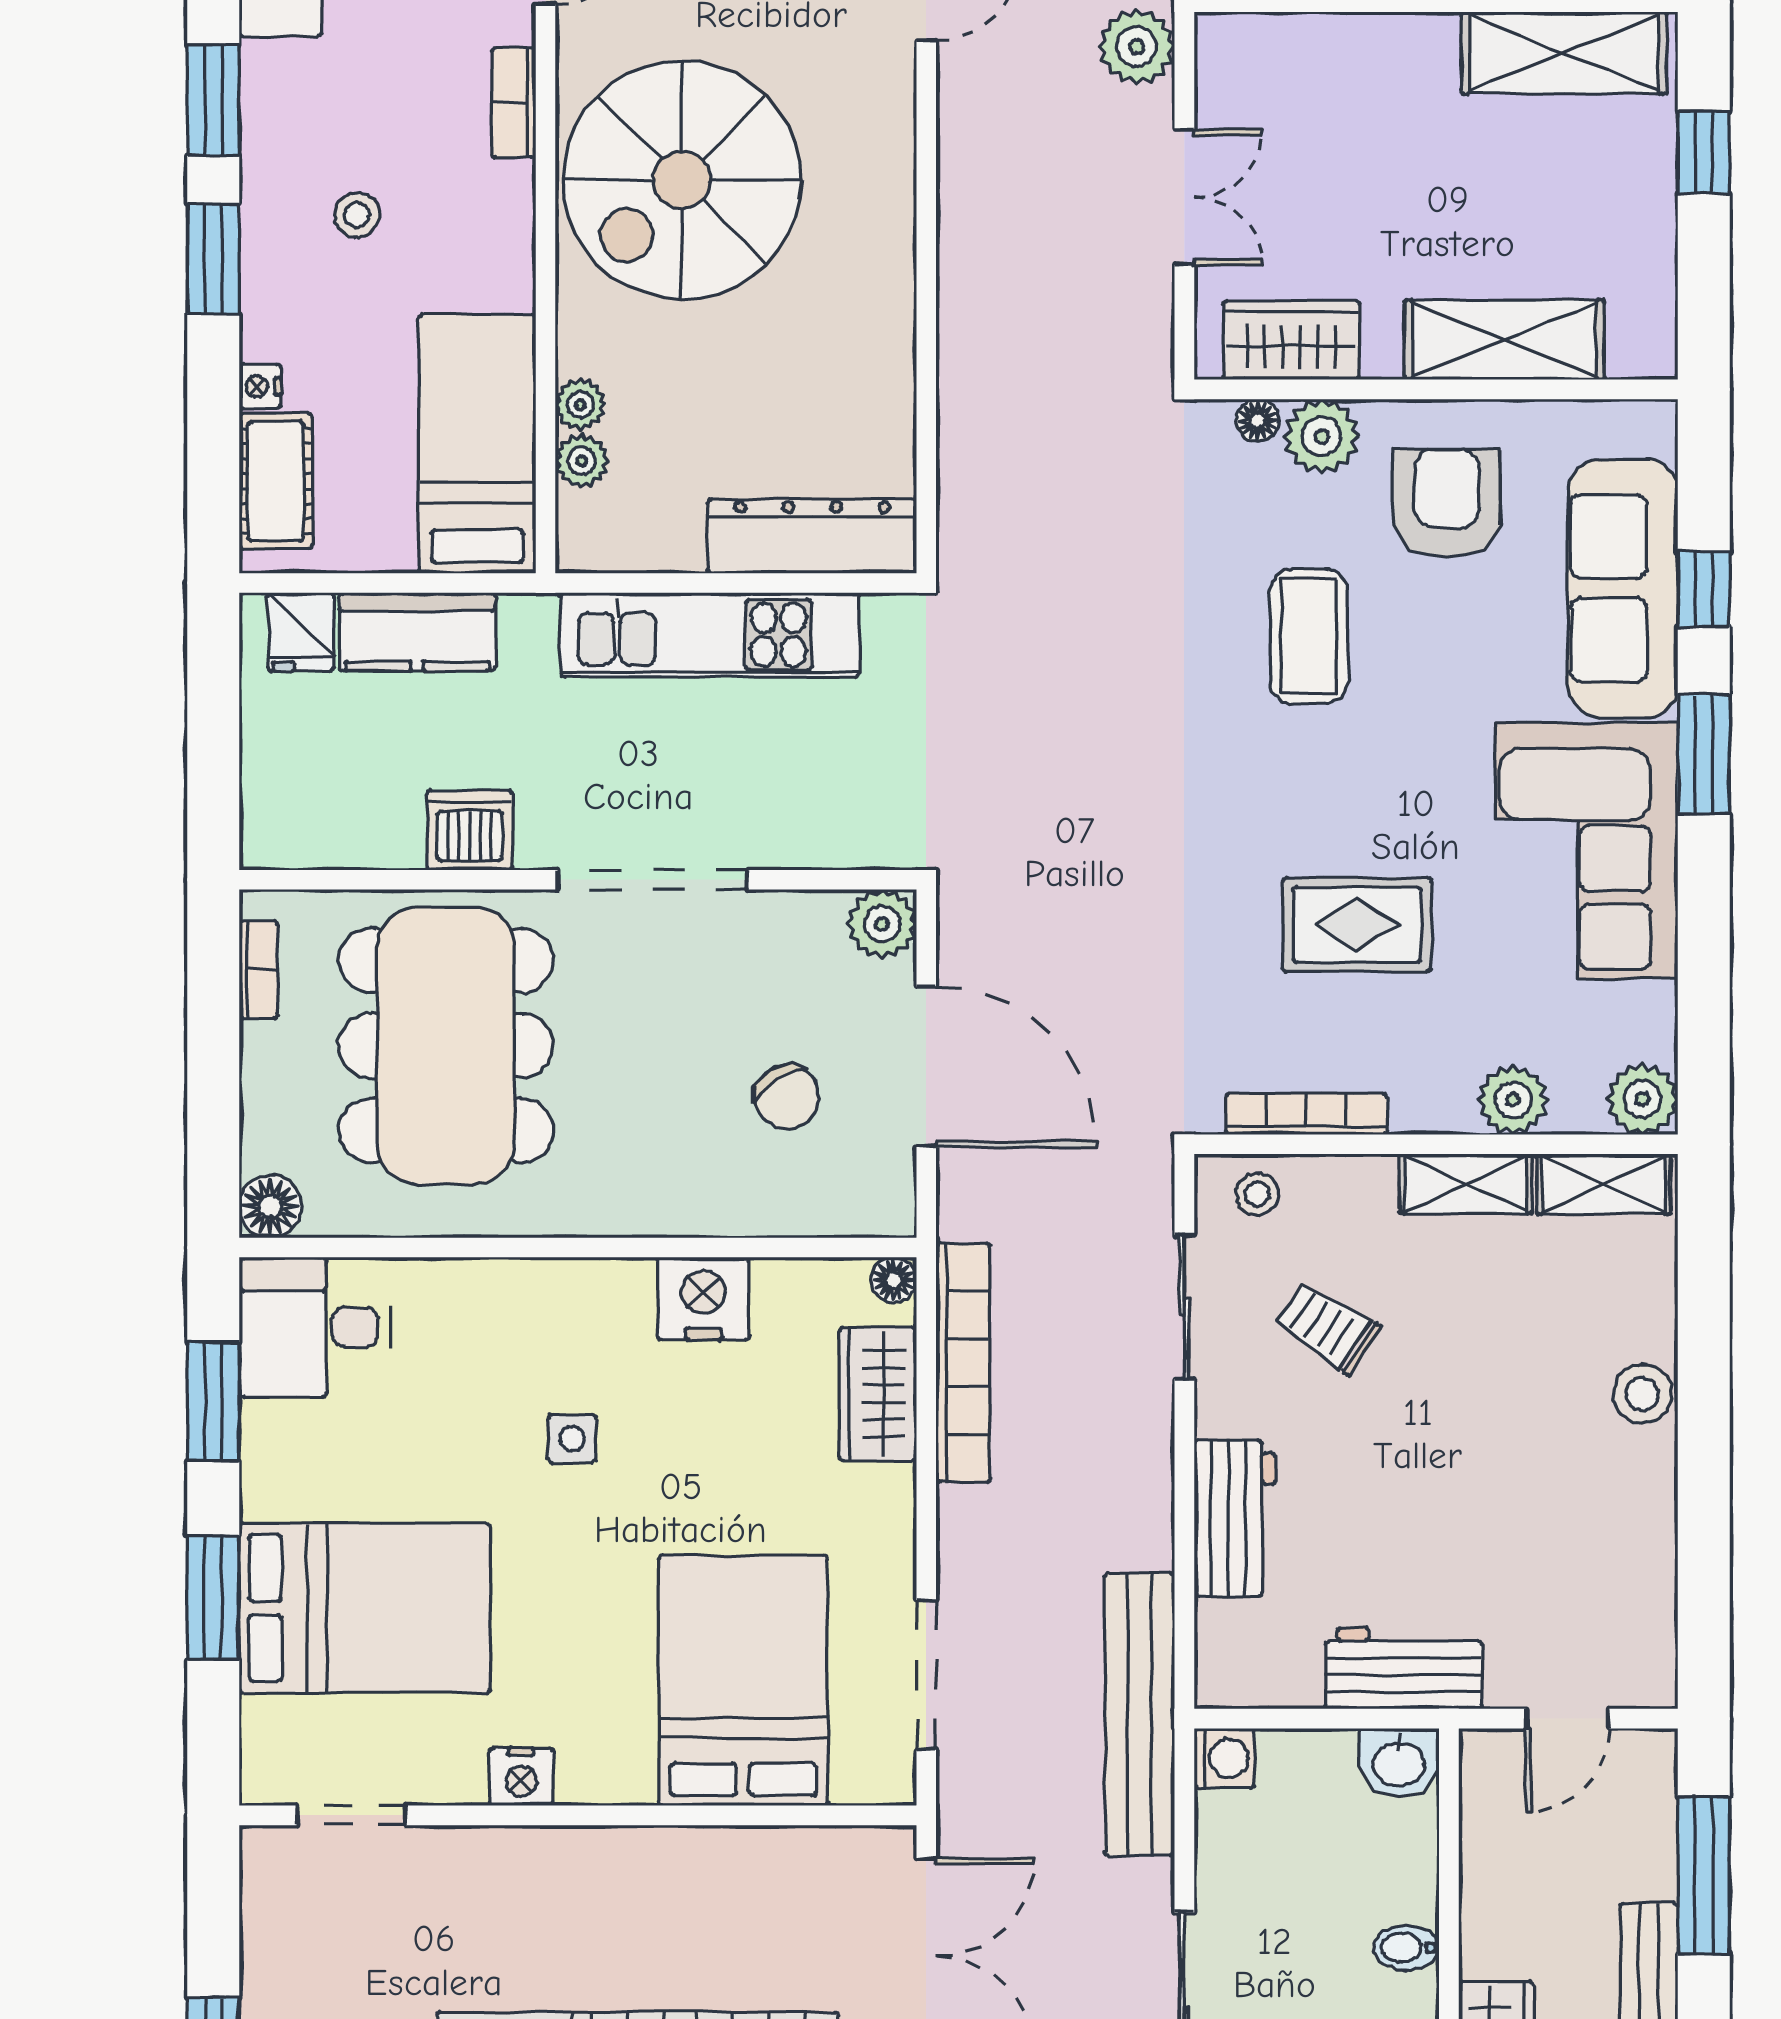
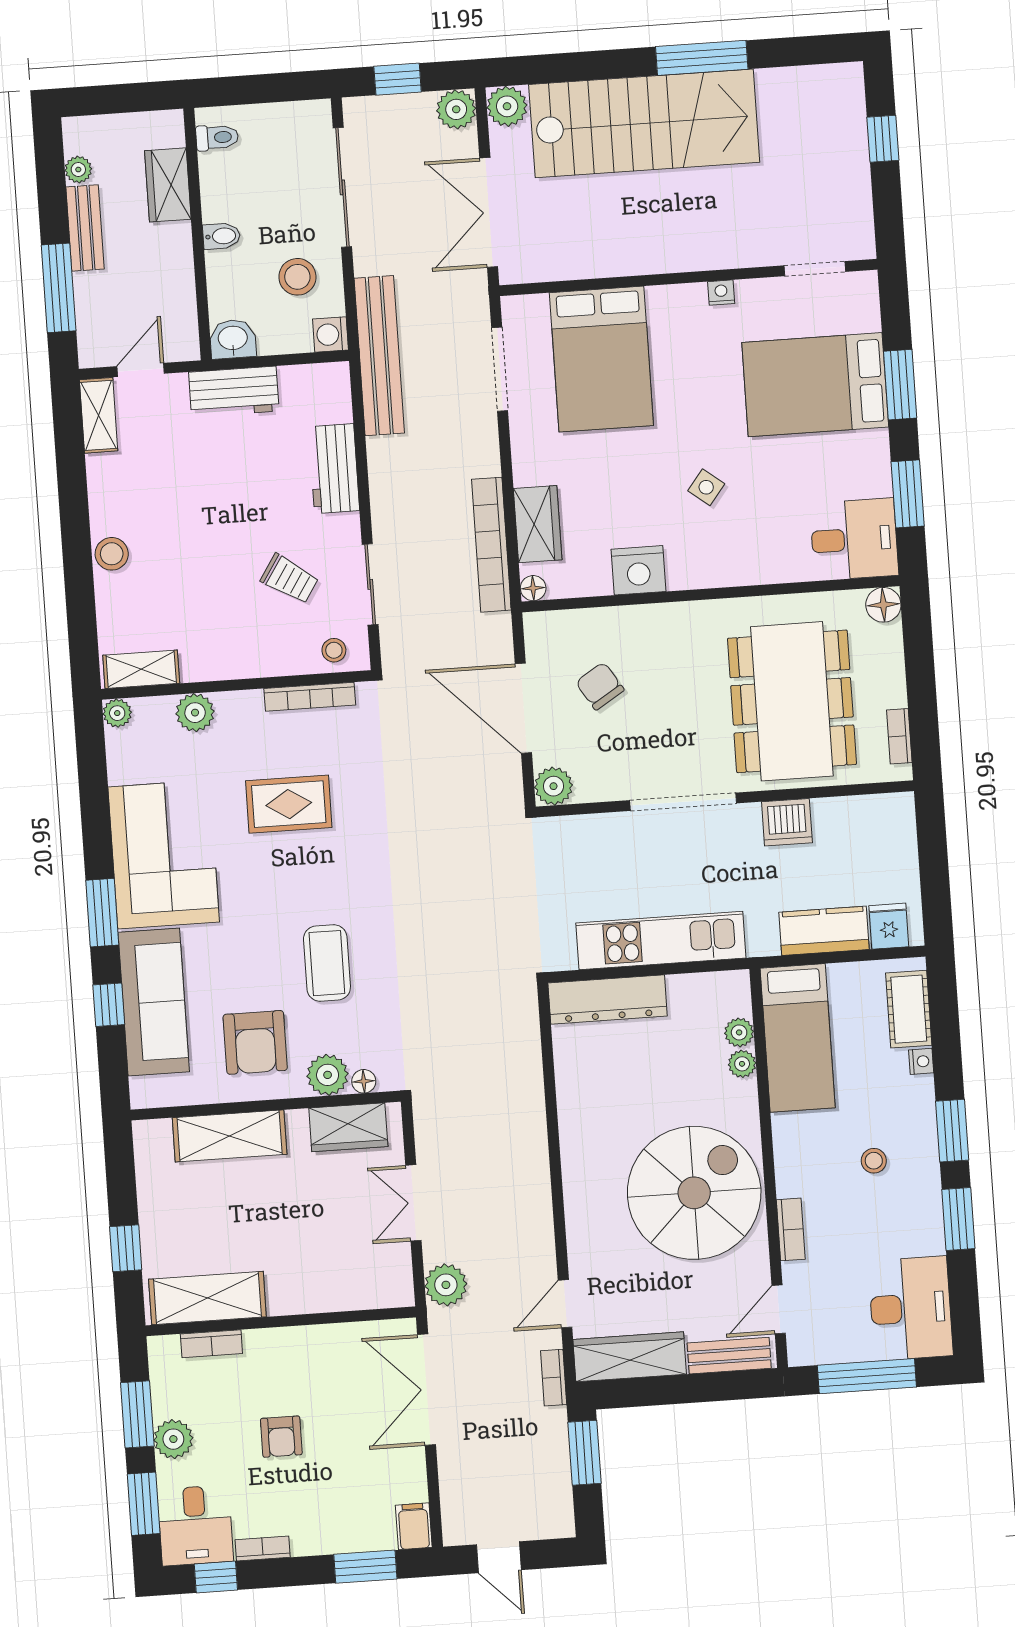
plant: (1642, 1099) -> (117, 713), width x0.73, depth x0.73
shelving: (1466, 1184) -> (99, 415), moved, turned 90
side table: (572, 1439) -> (706, 487), turned 38
nightstand: (521, 1777) -> (721, 293), width x0.72, depth x0.74
stool: (1276, 1865) -> (297, 277), added

